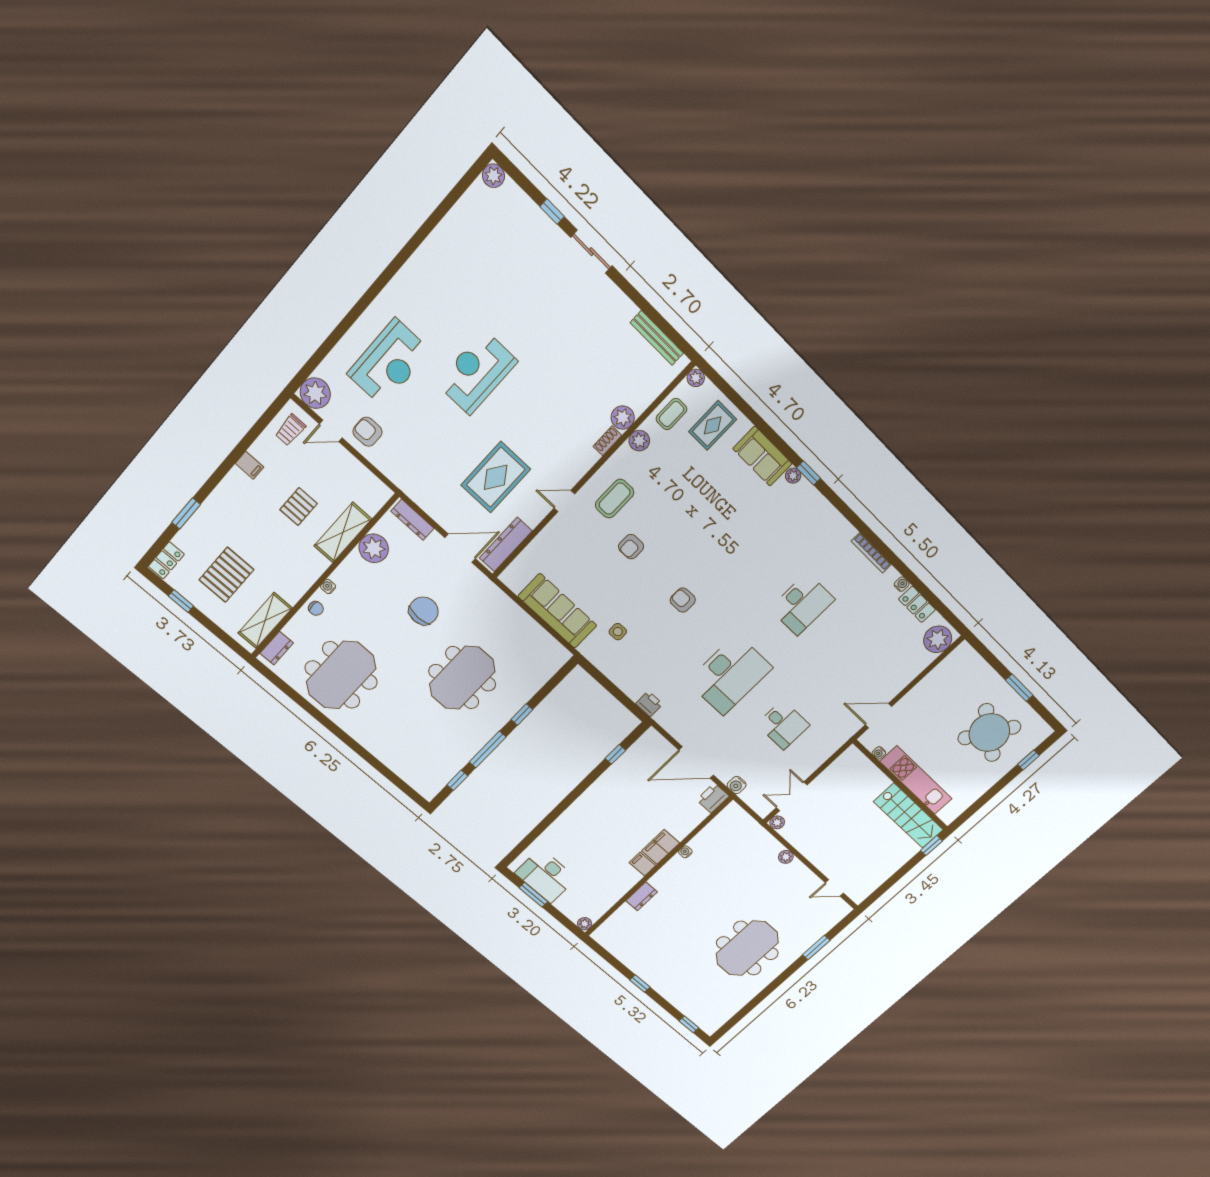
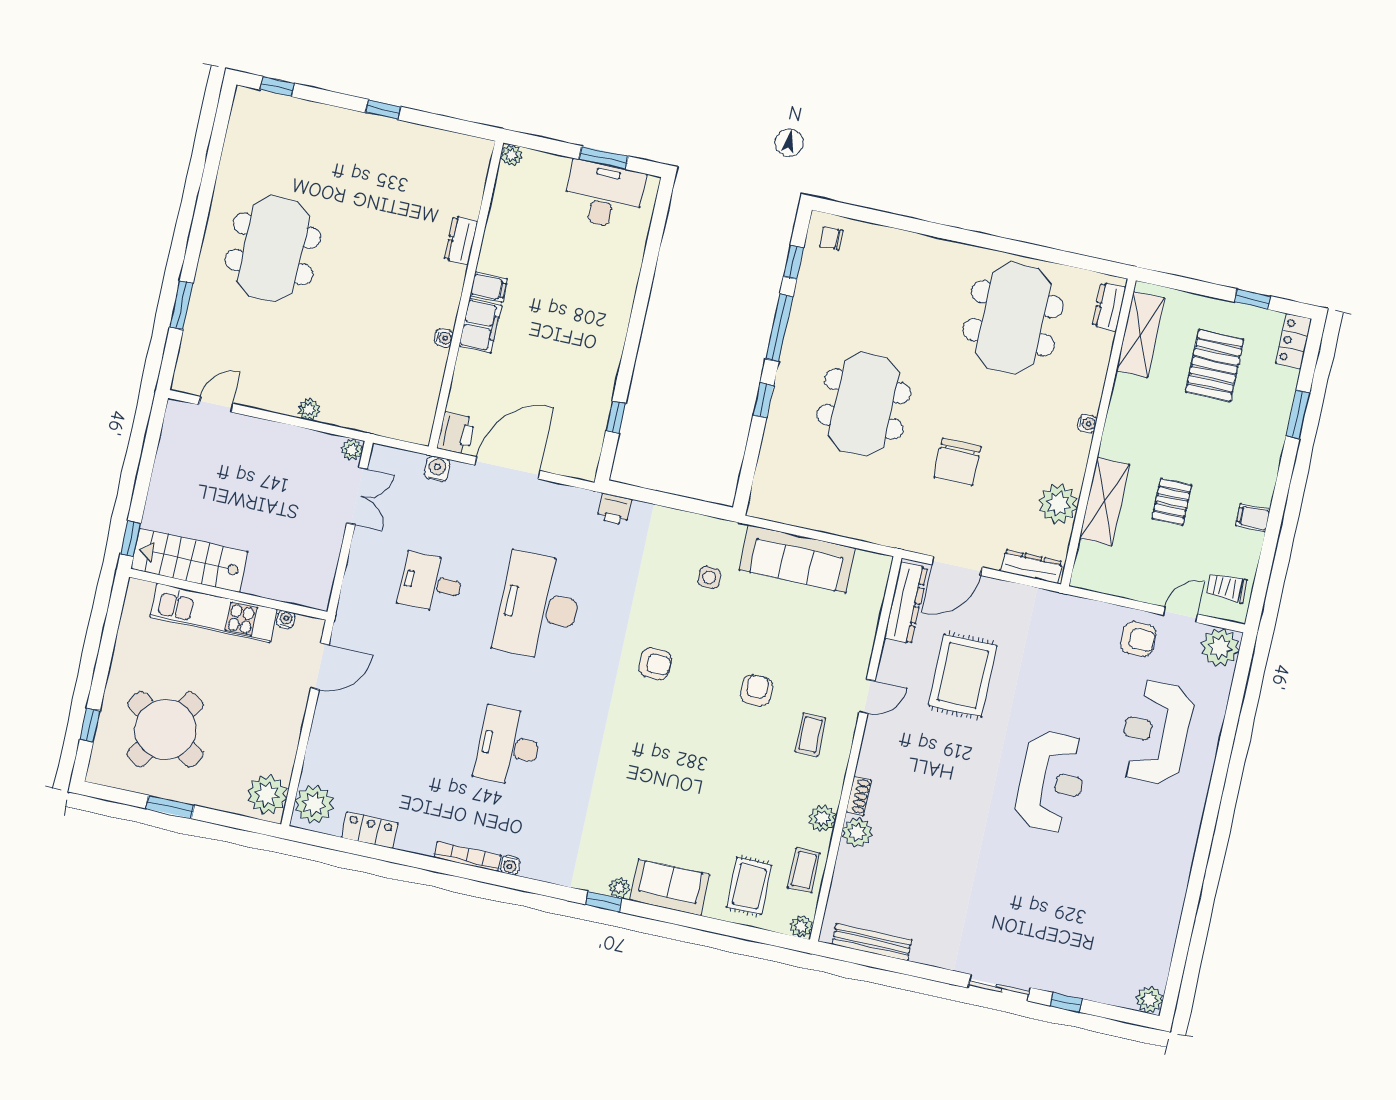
trolley: (290, 430) -> (1227, 588), turned -90
coffee table: (615, 499) -> (810, 735), width x0.73, depth x0.77
water cooler: (902, 584) -> (510, 865), moved
chair: (316, 608) -> (832, 238), moved
plant: (960, 661) -> (267, 794), added

